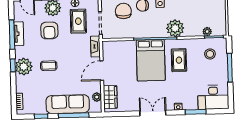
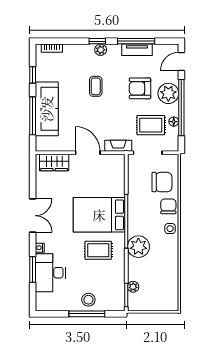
stool: (210, 54) -> (88, 300), moved
plant: (24, 67) -> (101, 50), width x0.53, depth x0.53
plant: (97, 97) -> (55, 146), removed
desk: (213, 97) -> (50, 273), moved

